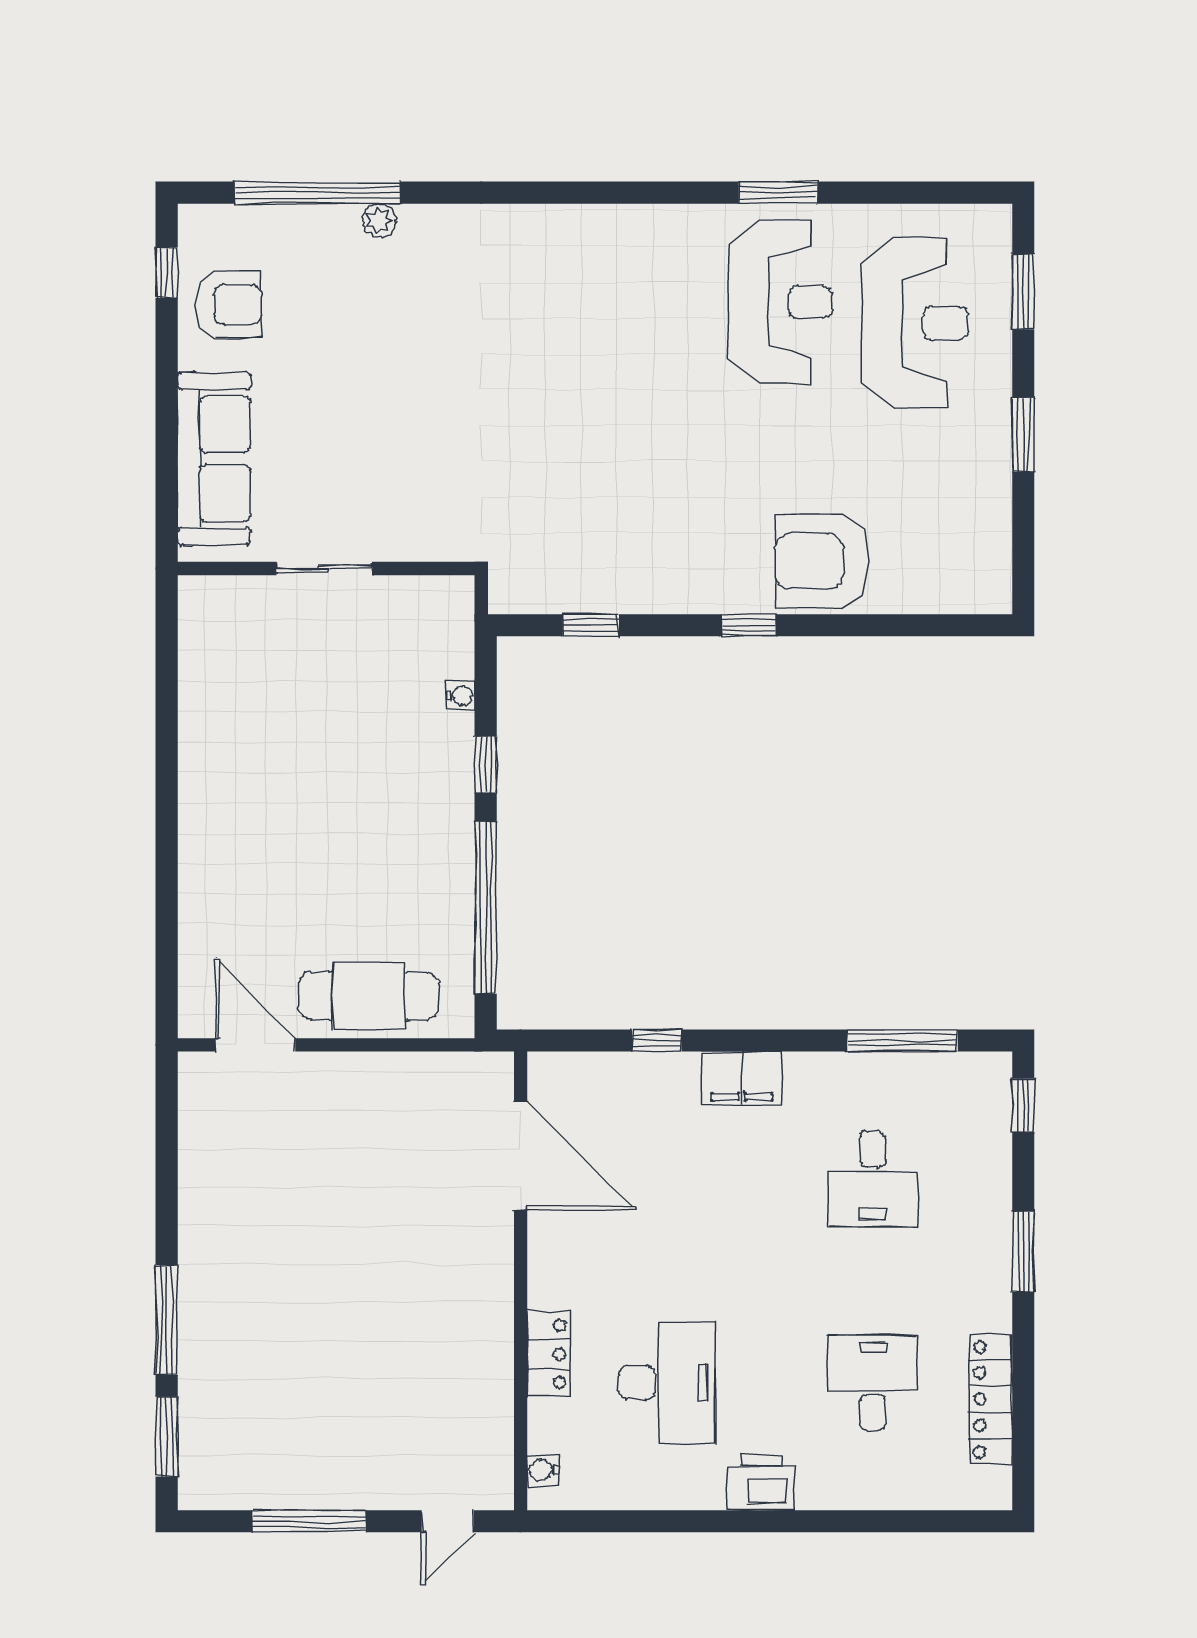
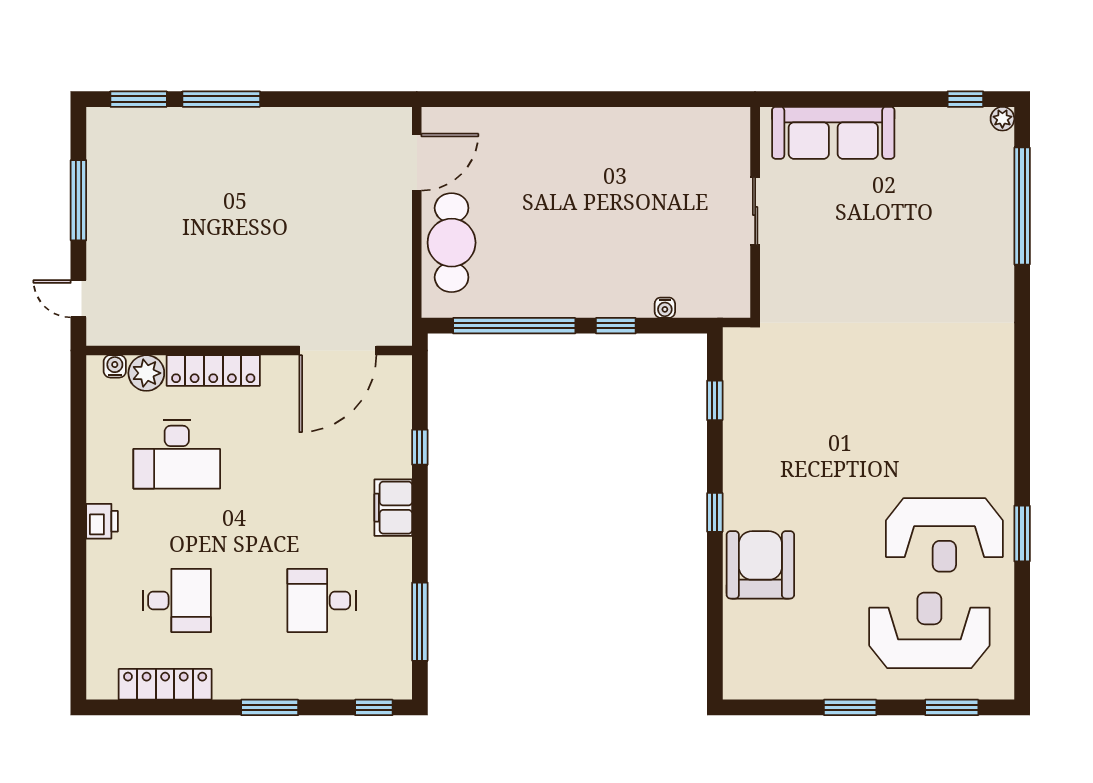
plant: (379, 220) -> (1002, 119), moved
armchair: (228, 305) -> (943, 143), removed
reception desk: (915, 323) -> (929, 630), turned 180
locker: (549, 1354) -> (213, 371), width x1.53
plant: (552, 1426) -> (146, 373), added
printer: (761, 1483) -> (102, 521), width x0.73, depth x0.81

